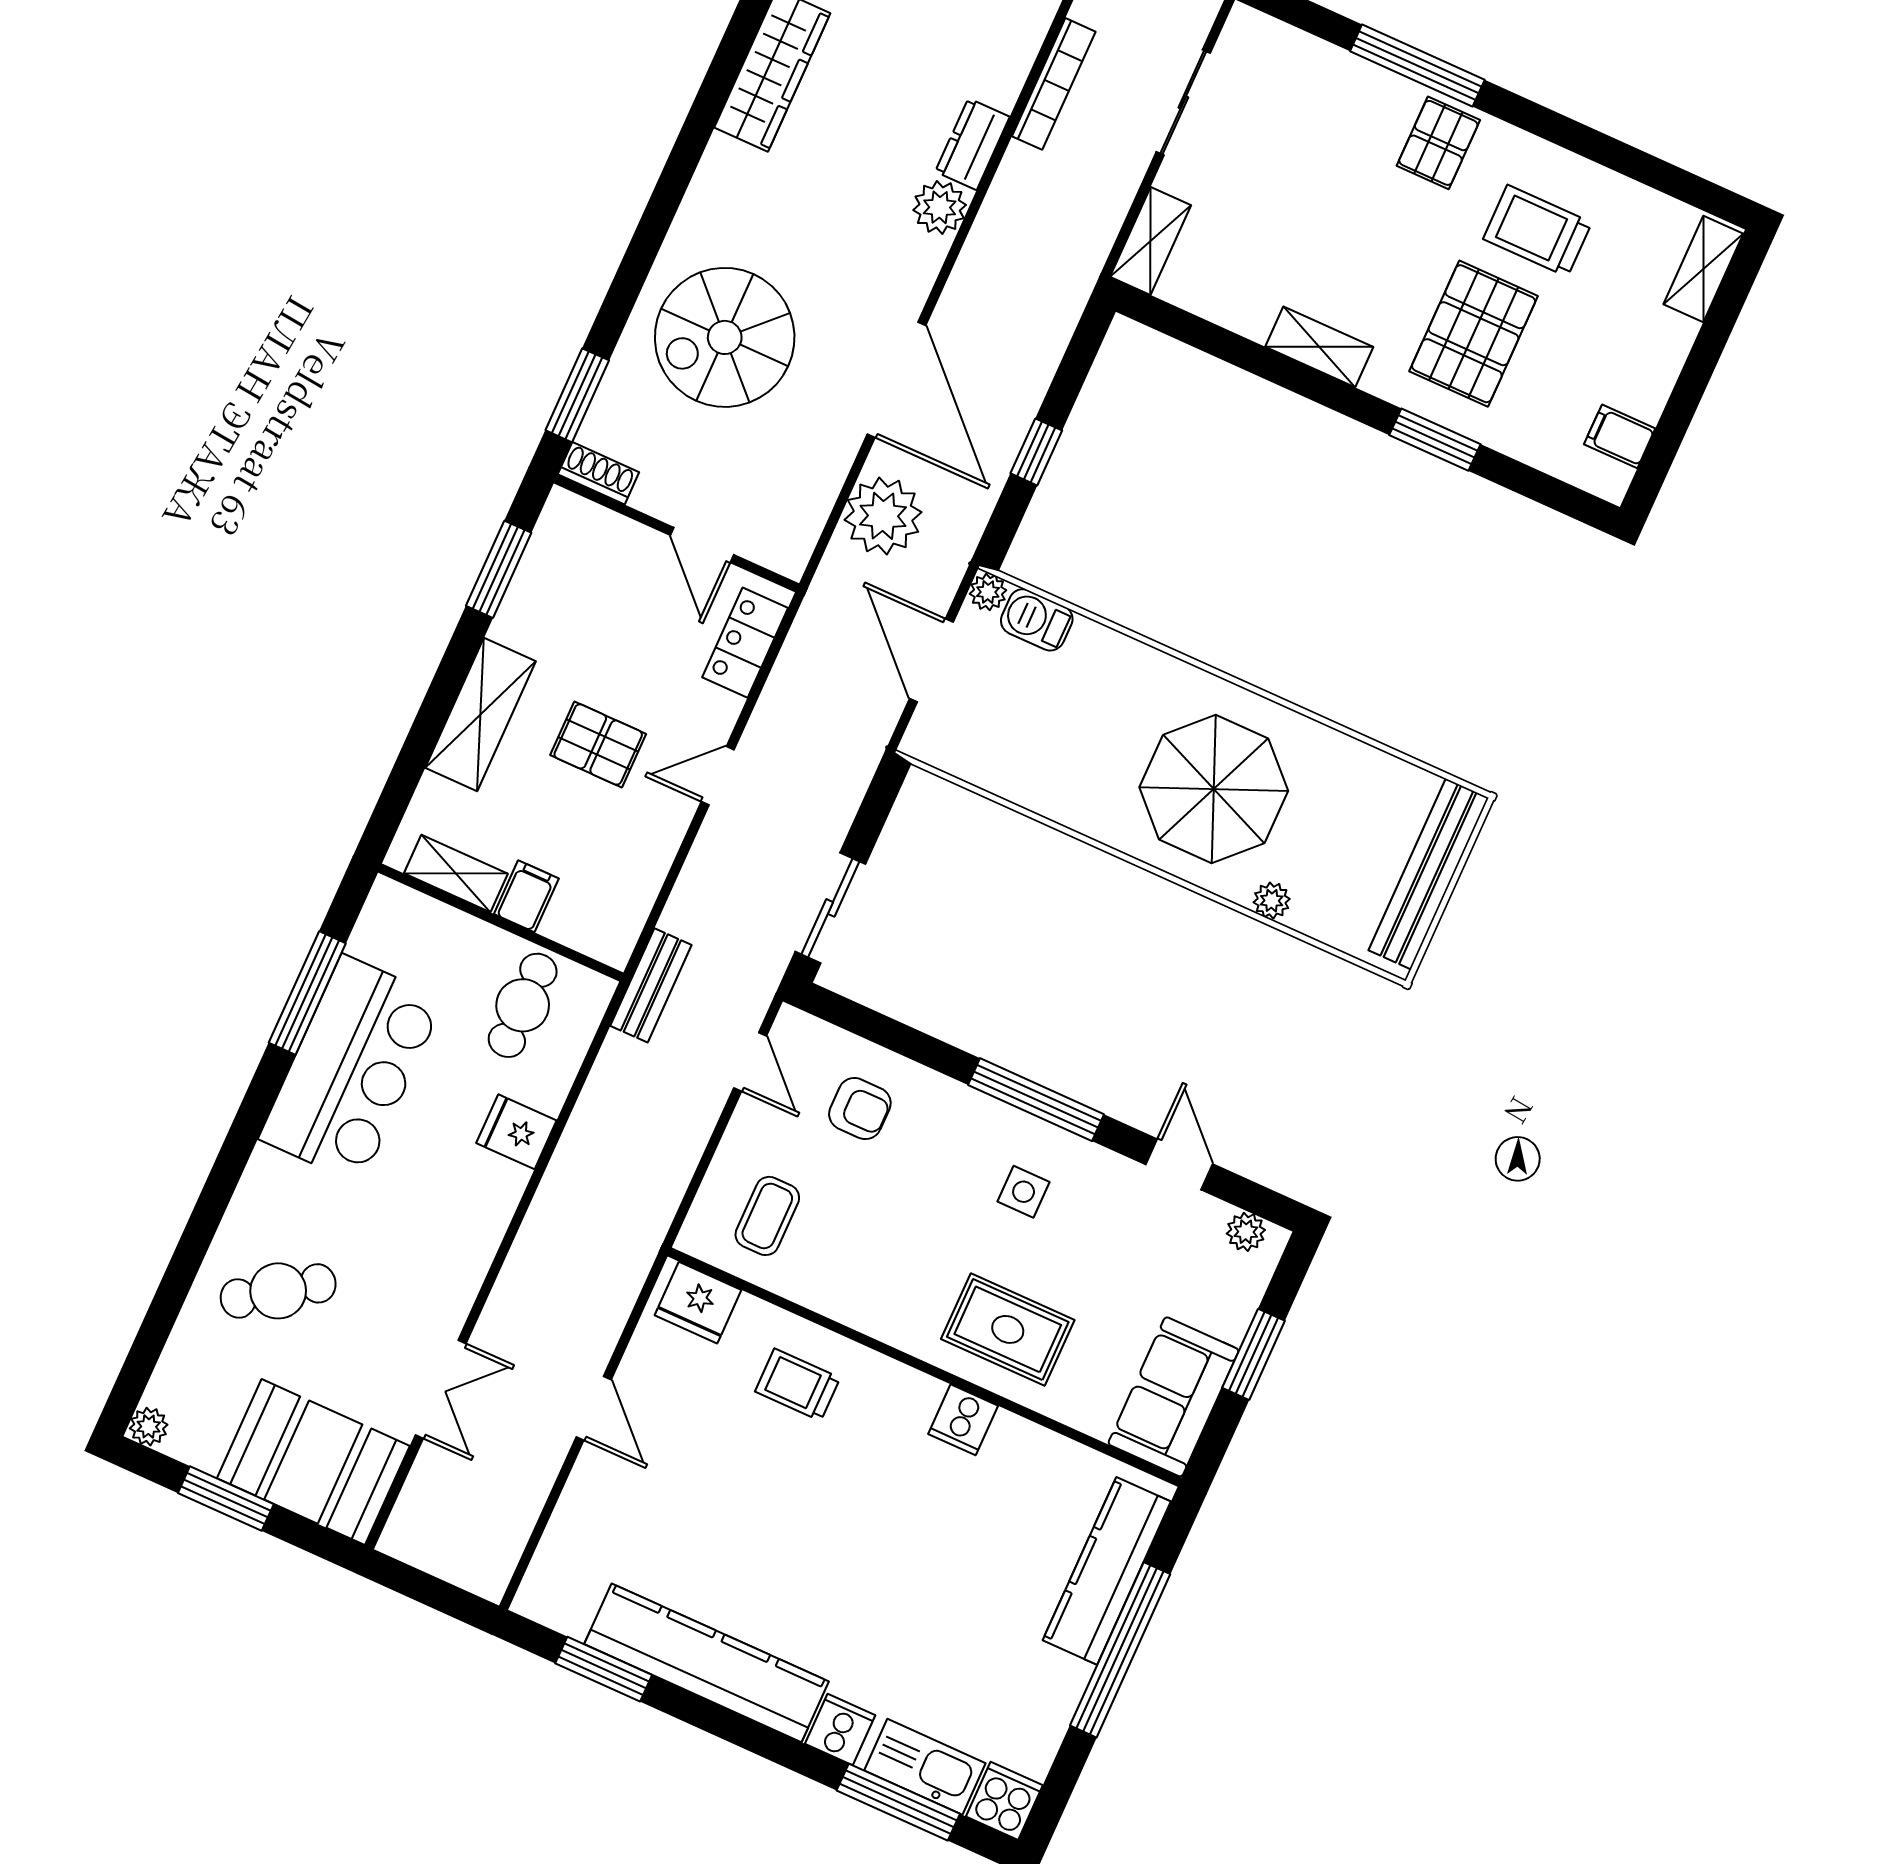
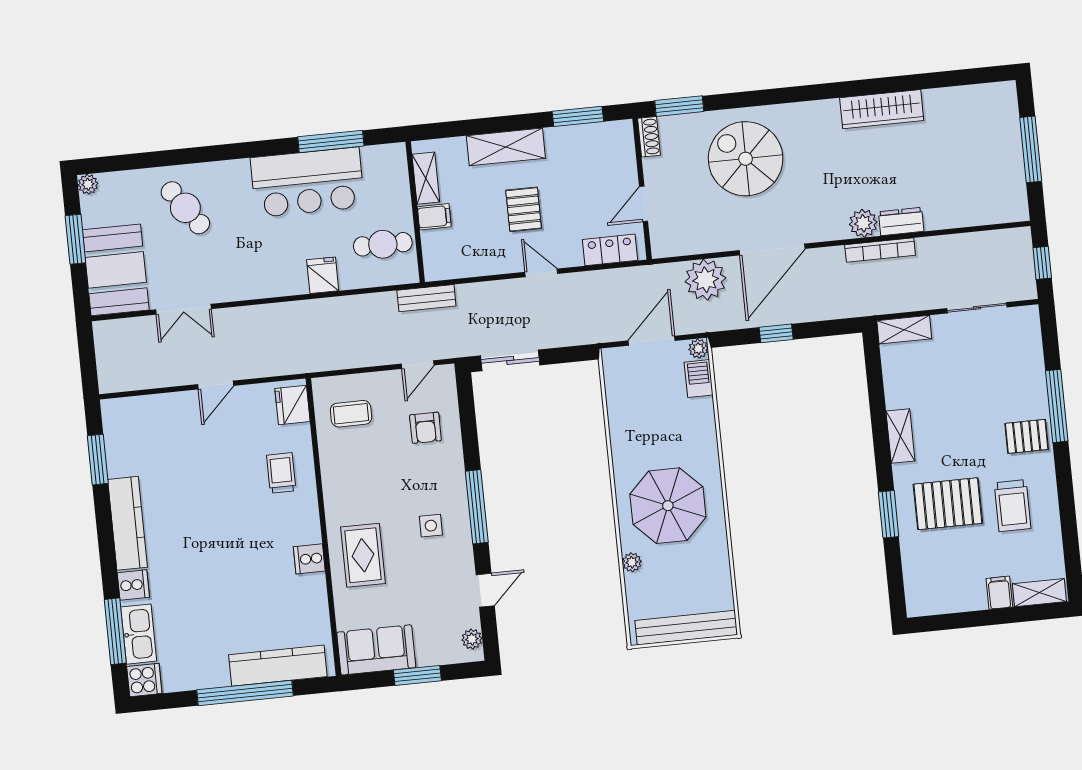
bookcase: (1054, 84) -> (880, 250), moved
trolley: (1537, 231) -> (1013, 506), turned 180
filing cabinet: (1620, 436) -> (999, 593), moved
kitchen counter: (707, 1663) -> (128, 523), width x0.72, depth x0.86

